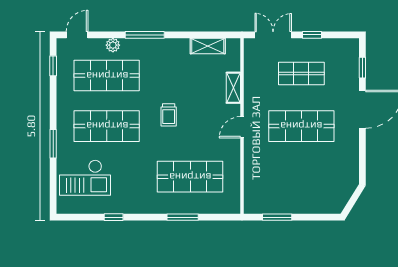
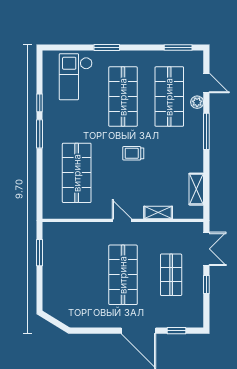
door: (77, 35) -> (206, 83), moved
window: (53, 66) -> (178, 47), width x1.50
window: (183, 217) -> (40, 134), moved

